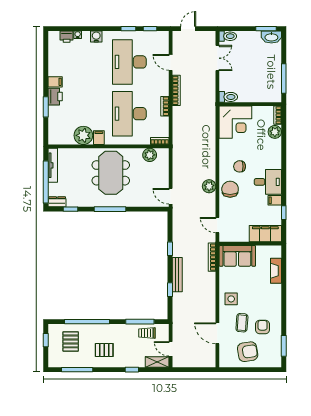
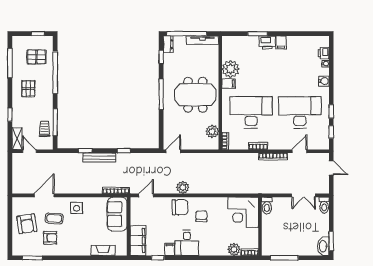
door: (171, 349) -> (29, 151), hinge flipped

